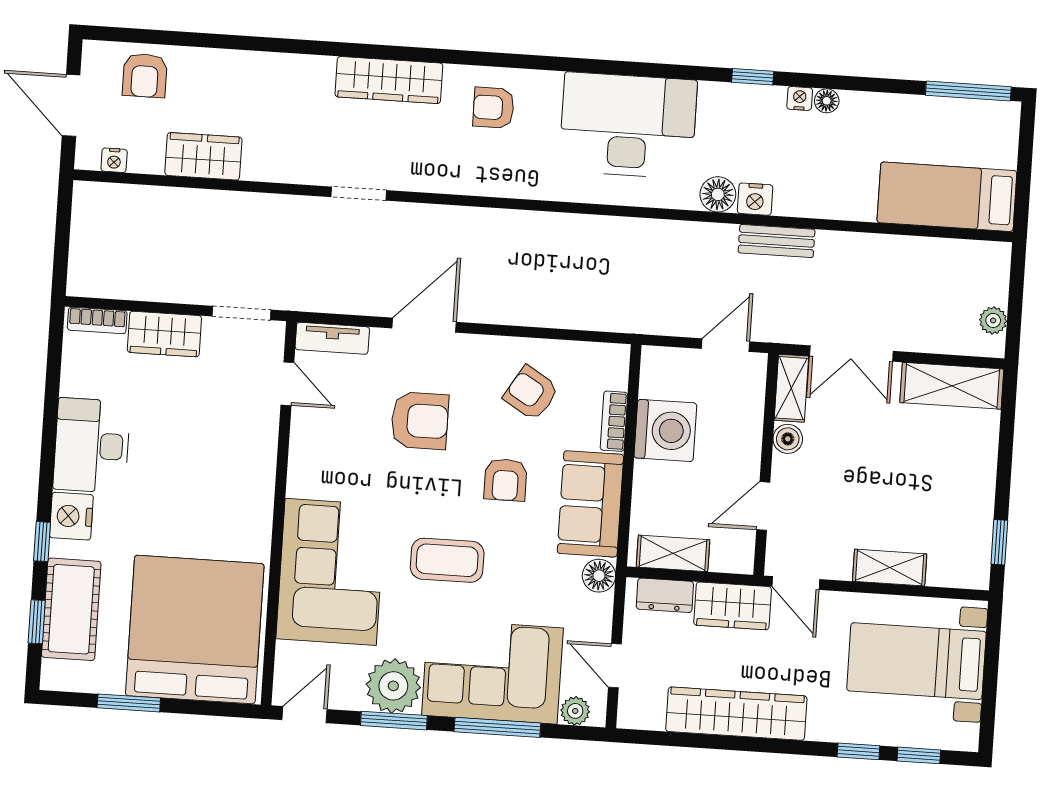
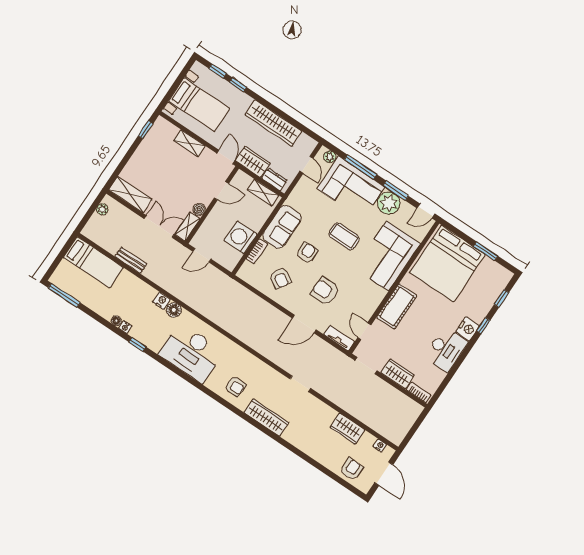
bench: (777, 241) -> (131, 260), moved
floor lamp: (599, 576) -> (294, 200), removed
cot: (71, 609) -> (397, 306), moved

